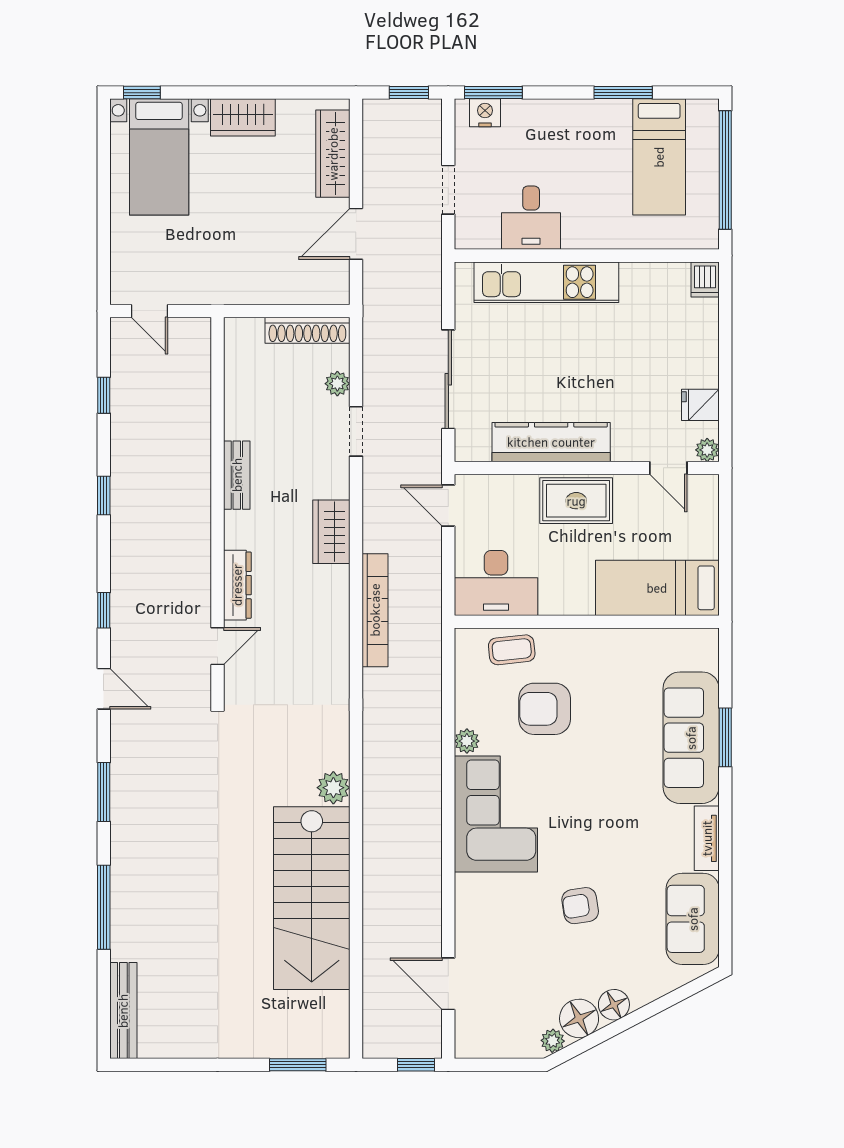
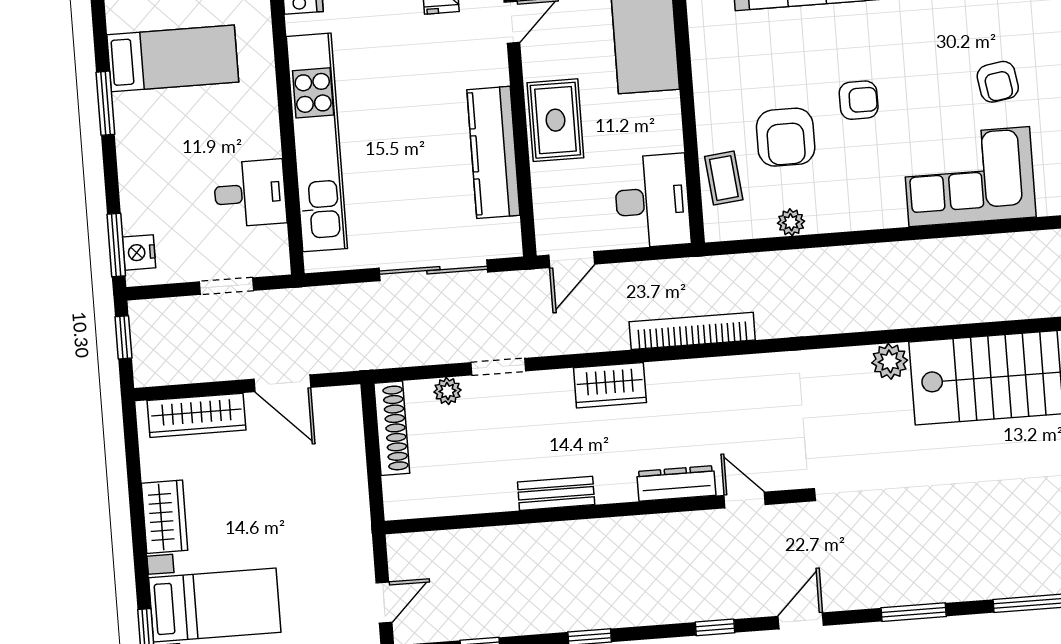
kitchen unit: (546, 282) -> (317, 142), width x1.36
plant: (467, 741) -> (791, 222), moved
armchair: (573, 778) -> (859, 100), added
corner sofa: (496, 814) -> (969, 177), moved

